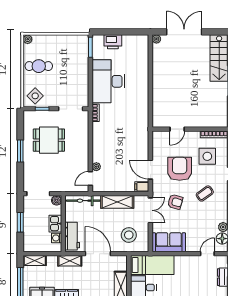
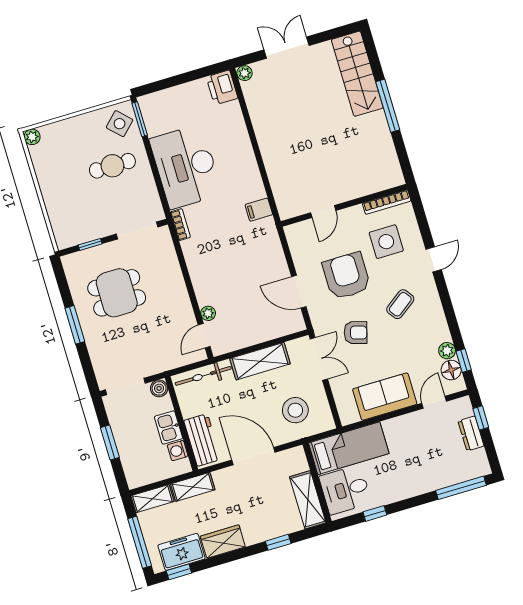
double door: (184, 32) -> (287, 48), width x0.73
printer: (113, 42) -> (222, 87), moved, turned 90
cafe table: (39, 66) -> (112, 166), moved
side table: (35, 96) -> (120, 124), moved
filing cabinet: (142, 187) -> (259, 210), moved
sofa: (169, 242) -> (385, 397), moved
shelving: (70, 261) -> (193, 487), moved

